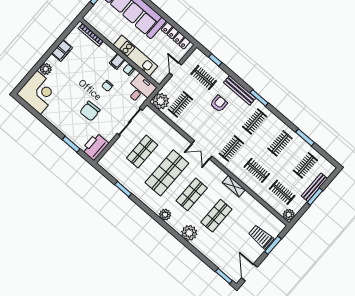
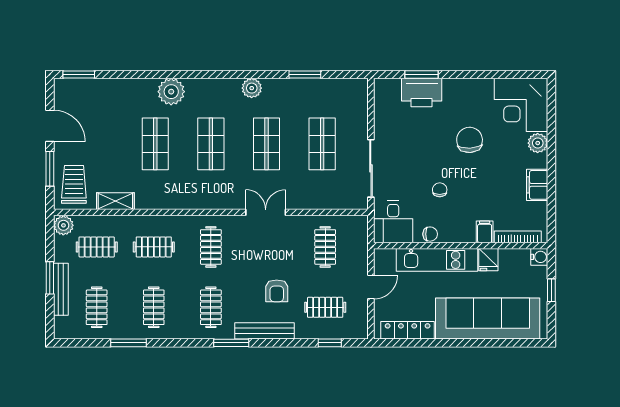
water cooler: (89, 18) -> (539, 257), added
fridge: (113, 36) -> (488, 260), added
filing cabinet: (117, 61) -> (485, 232), moved
door: (175, 69) -> (371, 287), hinge flipped
plant: (161, 101) -> (354, 229), removed
chair: (90, 111) -> (470, 140), moved
printer: (95, 147) -> (422, 93), moved, turned 90
double door: (202, 150) -> (266, 212), moved
shop shelf: (167, 173) -> (267, 144), width x0.70, depth x0.74
shelving: (234, 186) -> (115, 201), moved
plant: (165, 215) -> (252, 88), moved
trolley: (261, 237) -> (74, 184), moved, turned -90
door: (249, 273) -> (50, 126), moved

